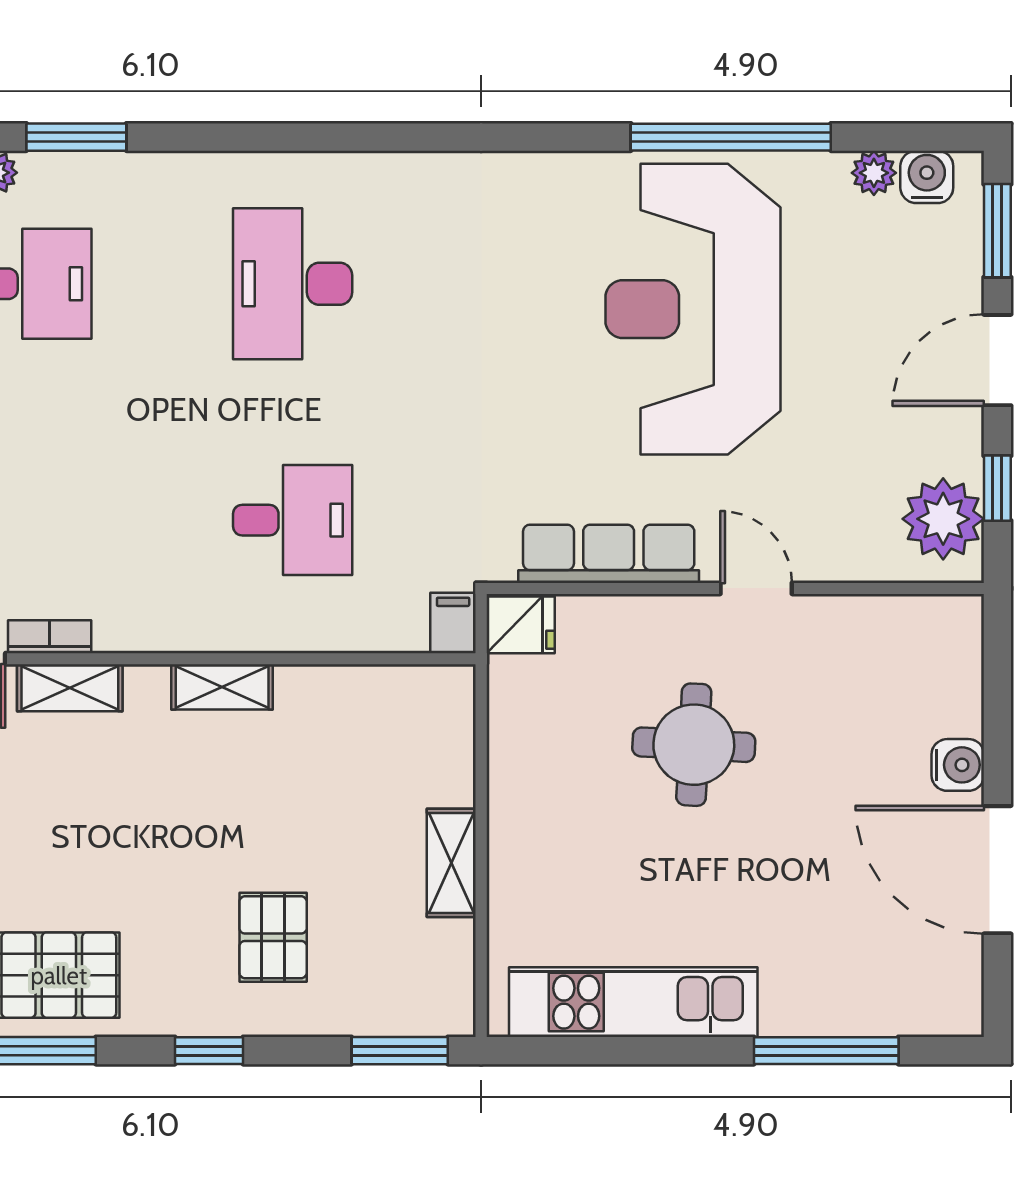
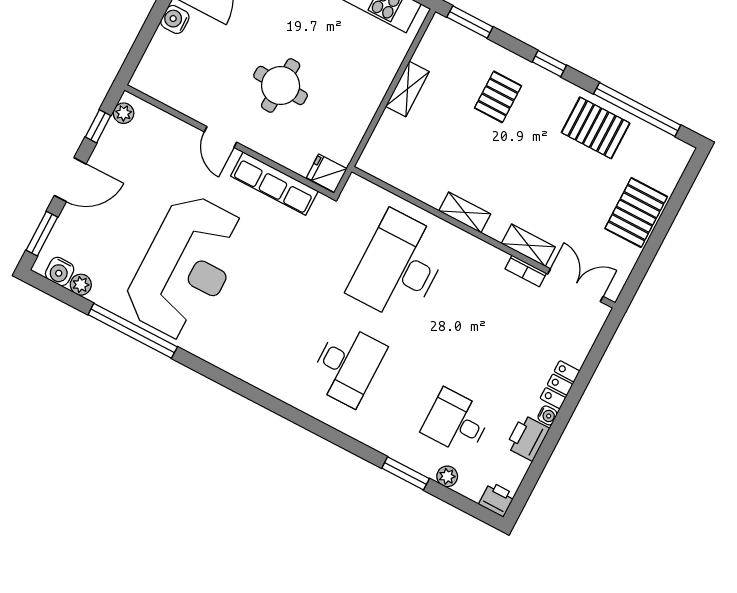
plant: (943, 519) -> (124, 113), width x0.53, depth x0.53
desk: (293, 520) -> (399, 267), width x1.87, depth x1.30
filing cabinet: (453, 623) -> (354, 189), removed

